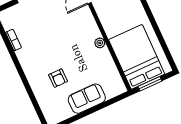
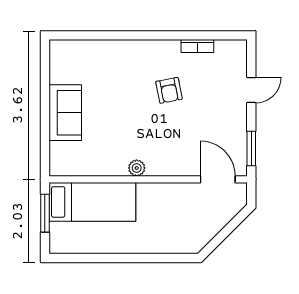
bed: (137, 57) -> (92, 202), width x0.67
armchair: (58, 78) -> (169, 90), moved, turned -101

